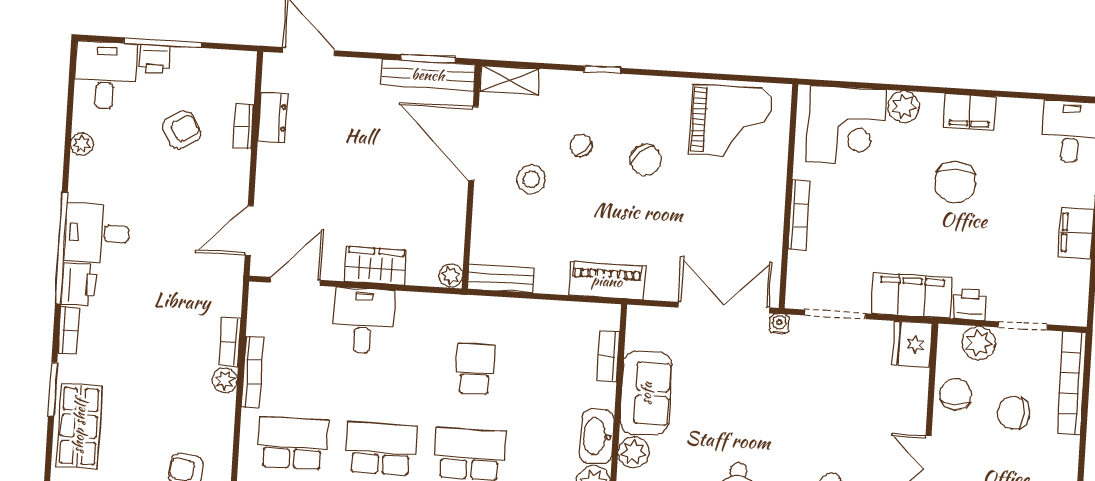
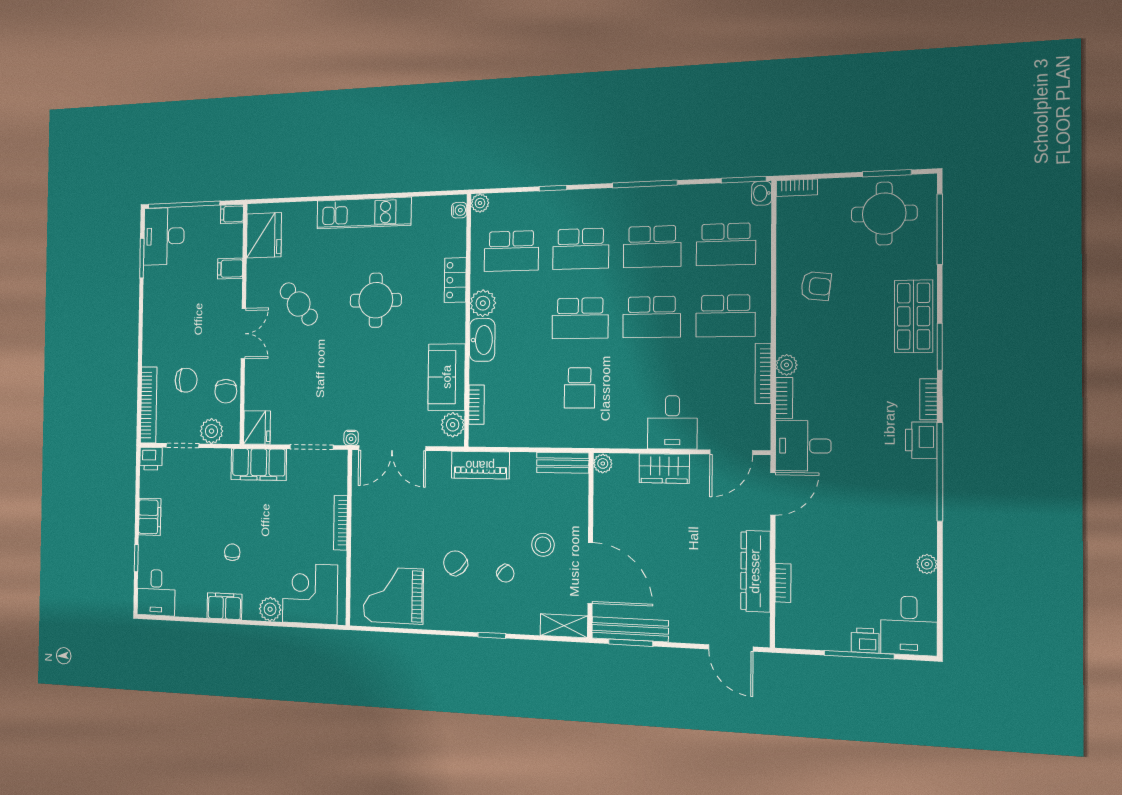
dresser: (273, 117) -> (755, 571), width x1.96, depth x1.24
armchair: (181, 130) -> (838, 579), removed
chair: (955, 182) -> (232, 552), width x0.54, depth x0.54
desk: (97, 233) -> (803, 446), moved, turned 180
printer: (970, 304) -> (151, 459), moved
plant: (634, 452) -> (453, 425), moved

